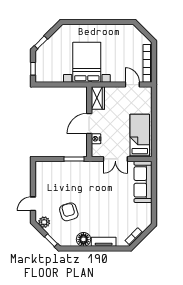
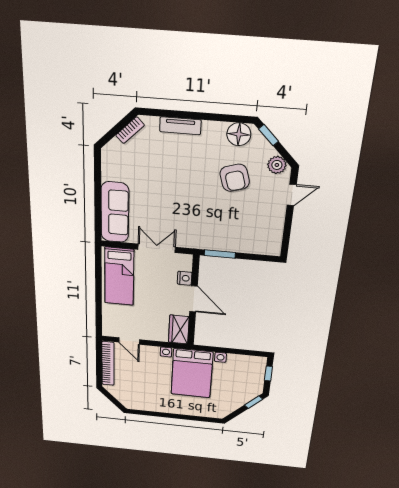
door: (89, 124) -> (193, 299), hinge flipped
floor lamp: (83, 239) -> (239, 134), moved

